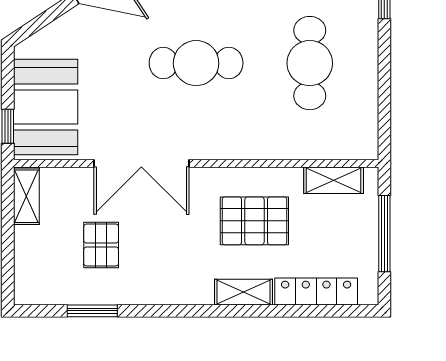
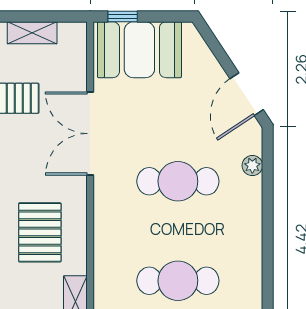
cafe table: (196, 63) -> (178, 181), turned 90
shelving: (26, 196) -> (32, 33), moved

